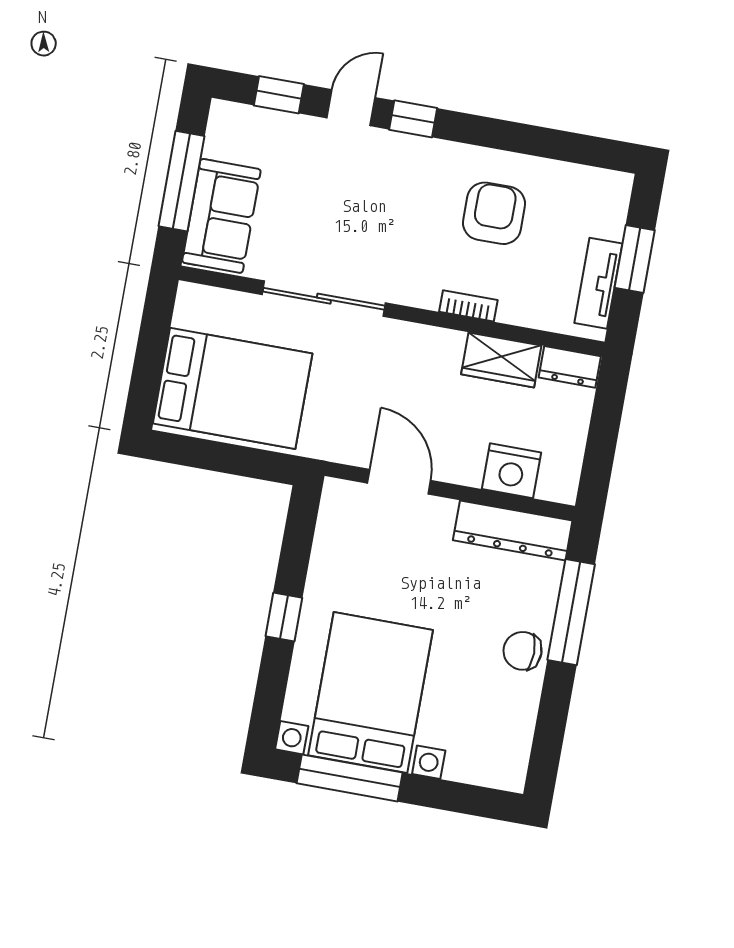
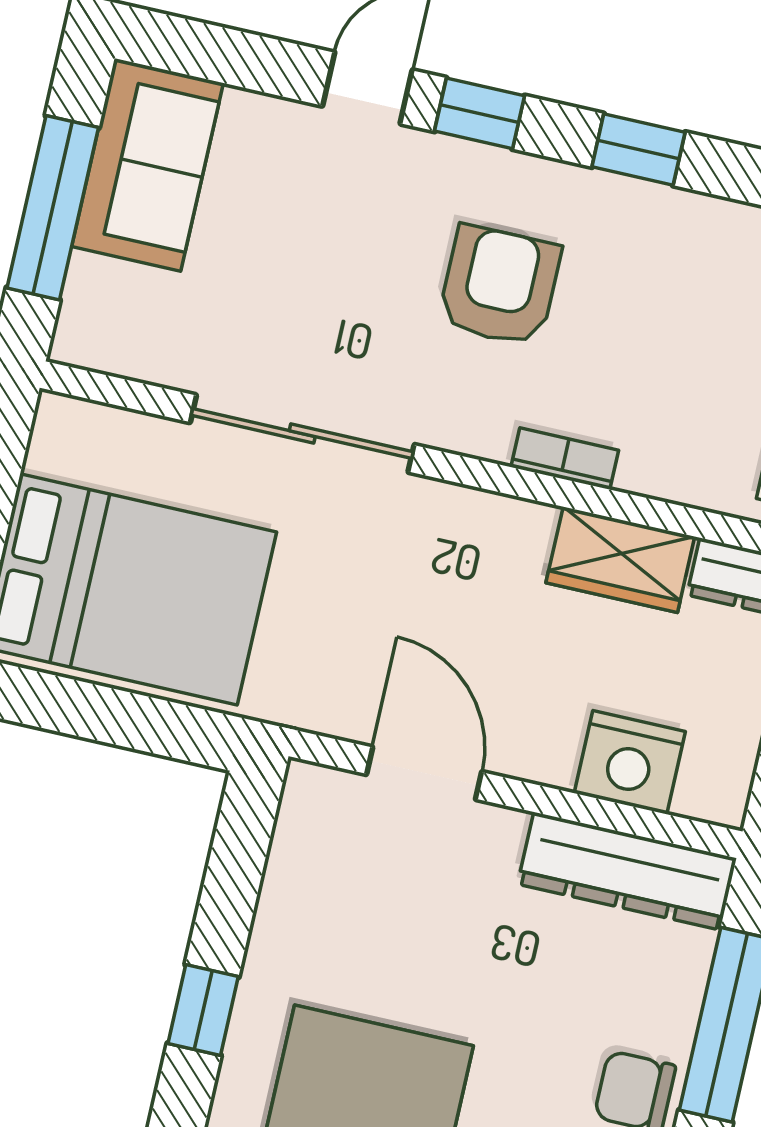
window: (279, 95) -> (638, 150), moved
armchair: (494, 213) -> (499, 286), moved
sofa: (221, 216) -> (147, 165), moved

